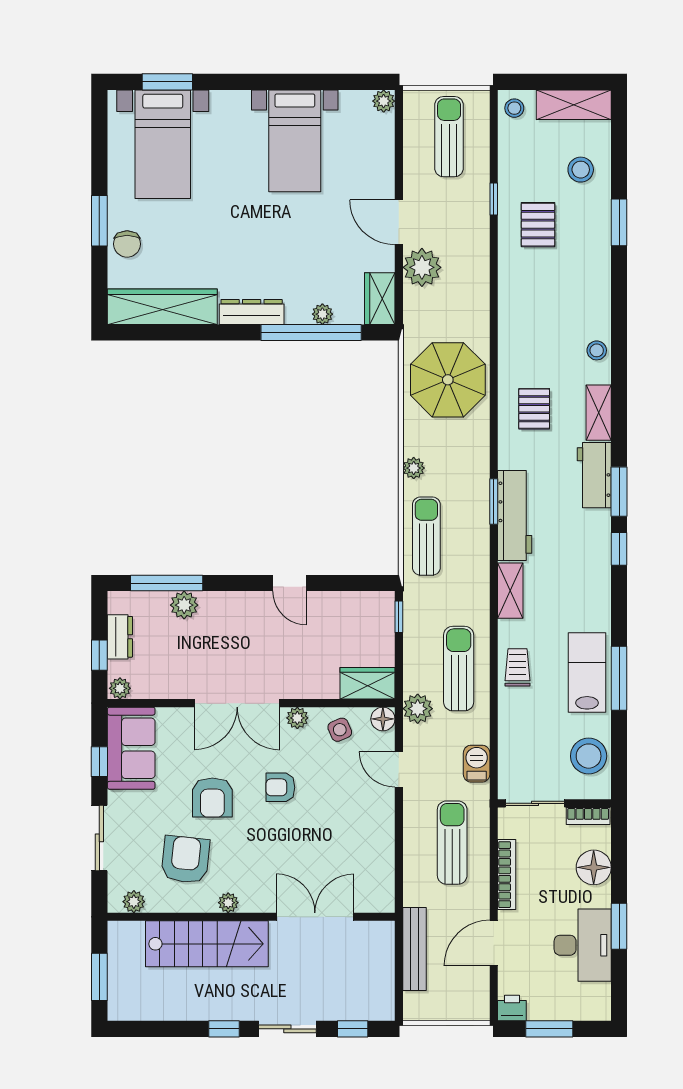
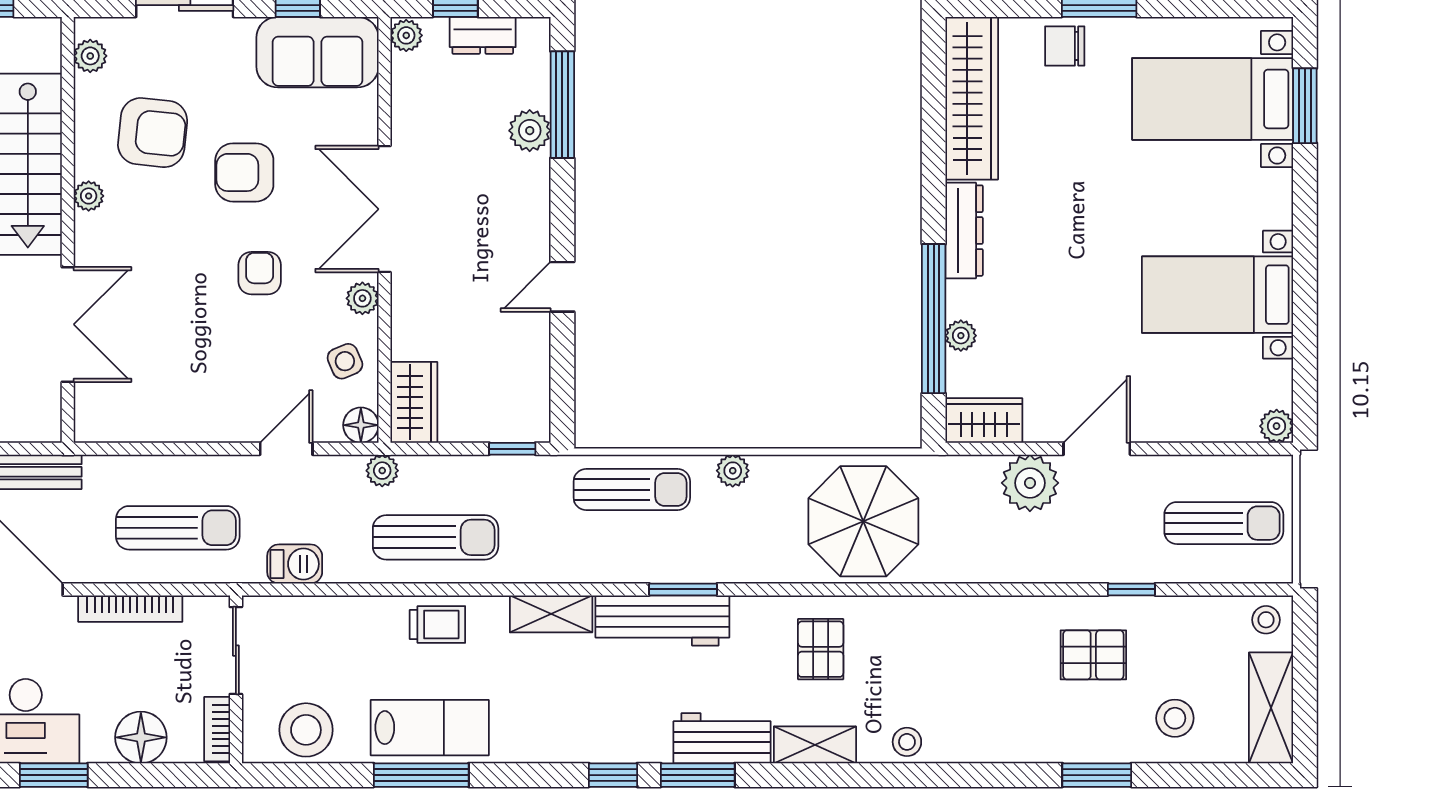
pallet: (534, 409) -> (821, 649), turned 90
plant: (418, 709) -> (382, 471), width x0.73, depth x0.73

